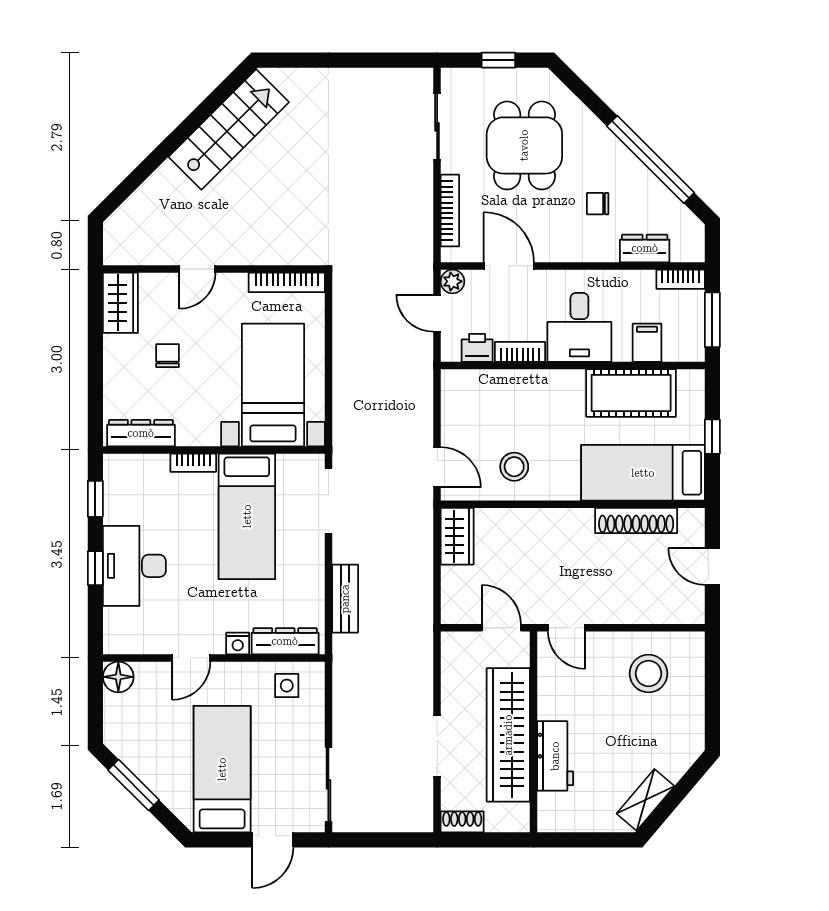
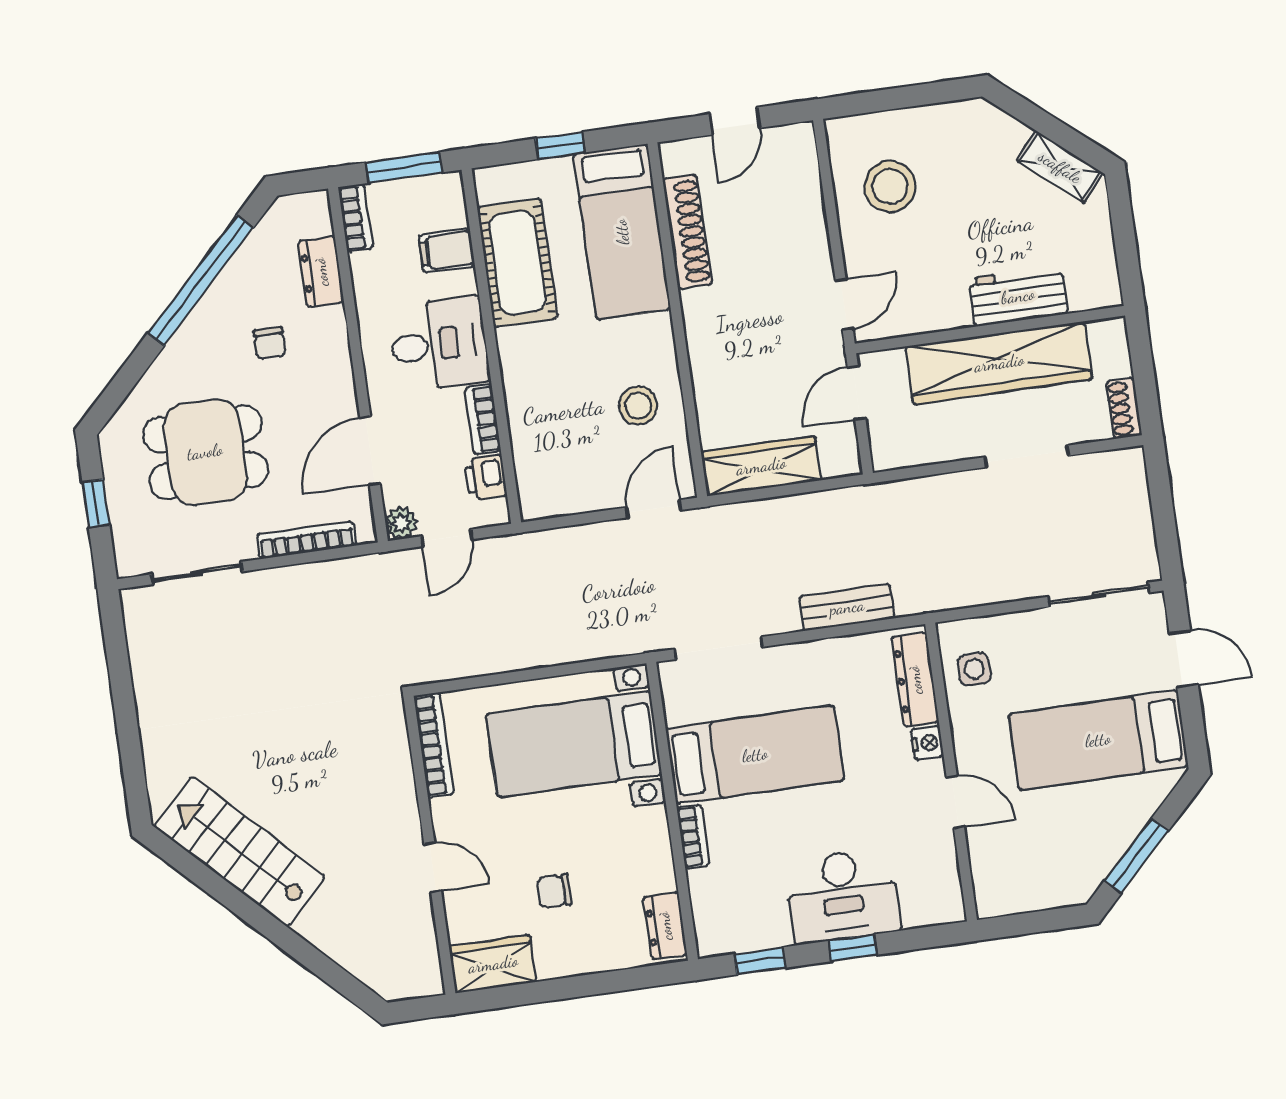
dresser: (141, 433) -> (665, 926), width x0.70
wardrobe: (457, 536) -> (761, 466), width x1.50
floor lamp: (118, 677) -> (994, 897), removed

